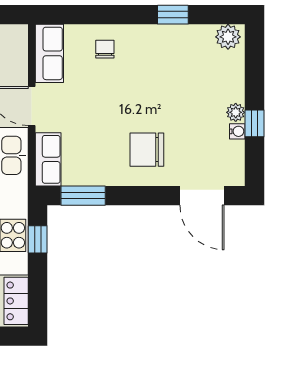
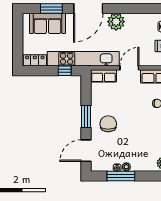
window: (254, 123) -> (121, 176), width x2.17
window: (83, 196) -> (86, 116), moved

